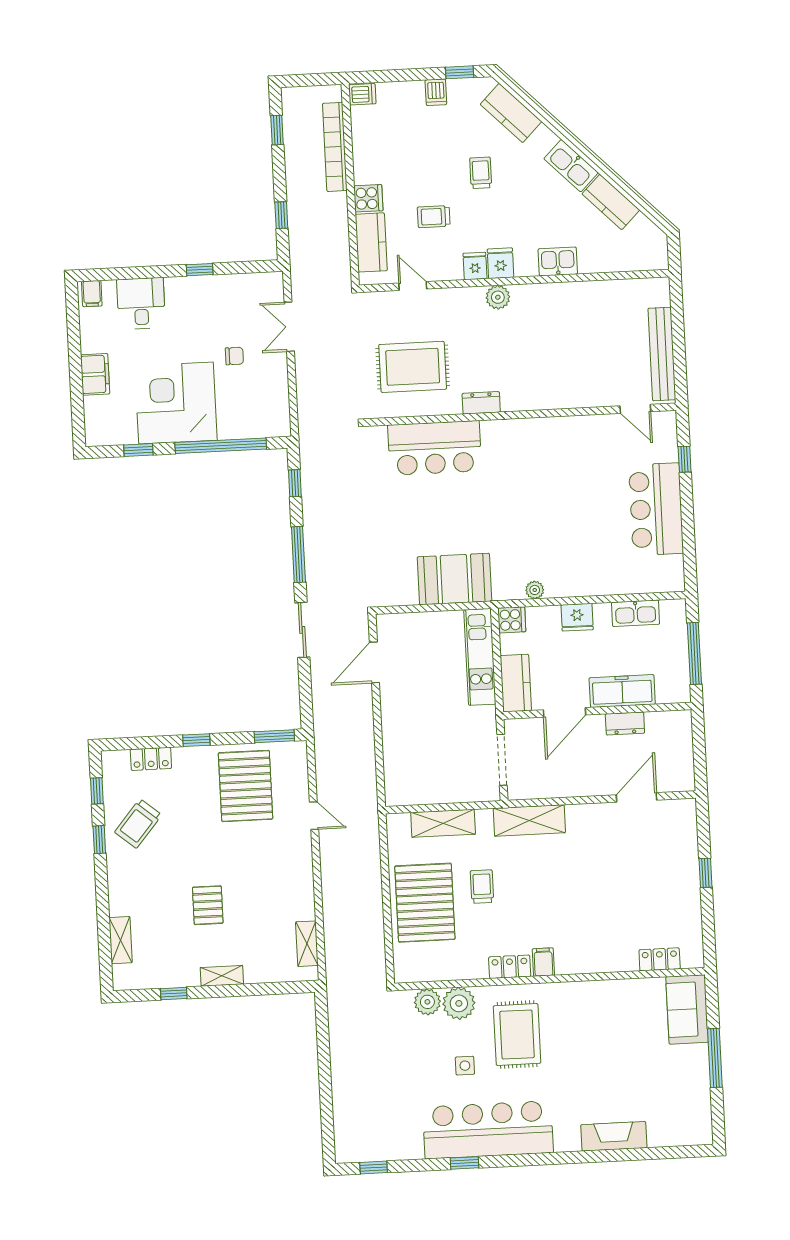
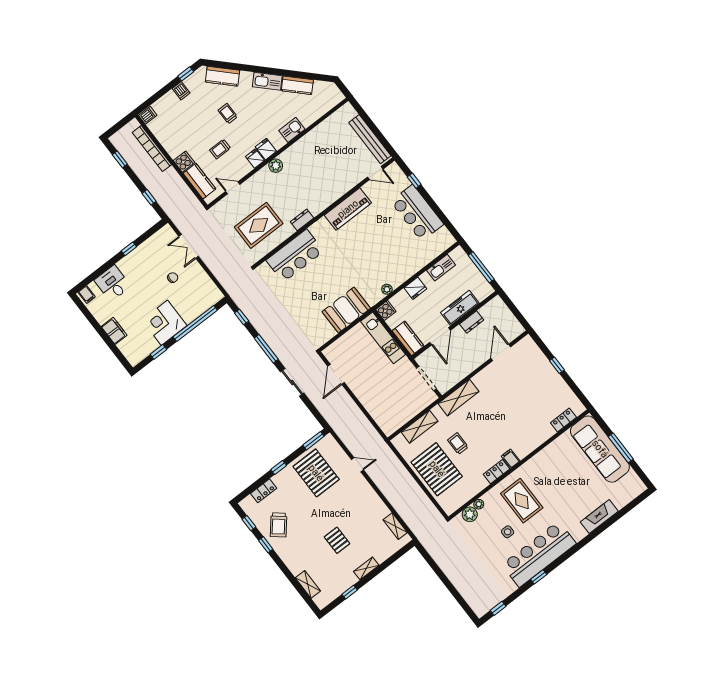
corner desk: (176, 403) -> (164, 323), width x0.74, depth x0.74
piano: (559, 433) -> (348, 209), added
plant: (459, 1003) -> (479, 504), width x0.53, depth x0.53
sofa: (687, 1009) -> (600, 449), width x1.85, depth x1.27

